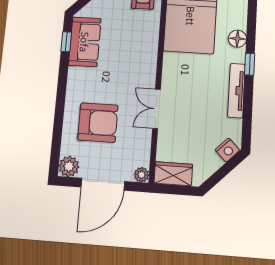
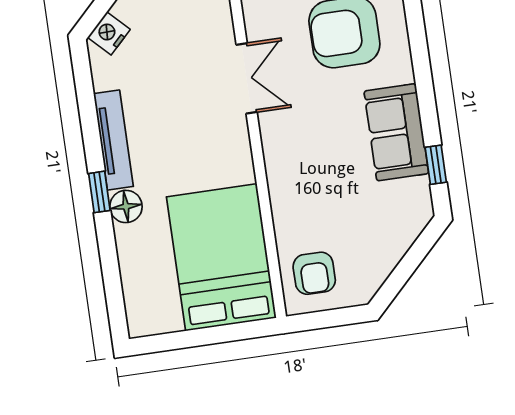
floor lamp: (237, 39) -> (126, 206), moved
sofa: (85, 42) -> (396, 132), moved

